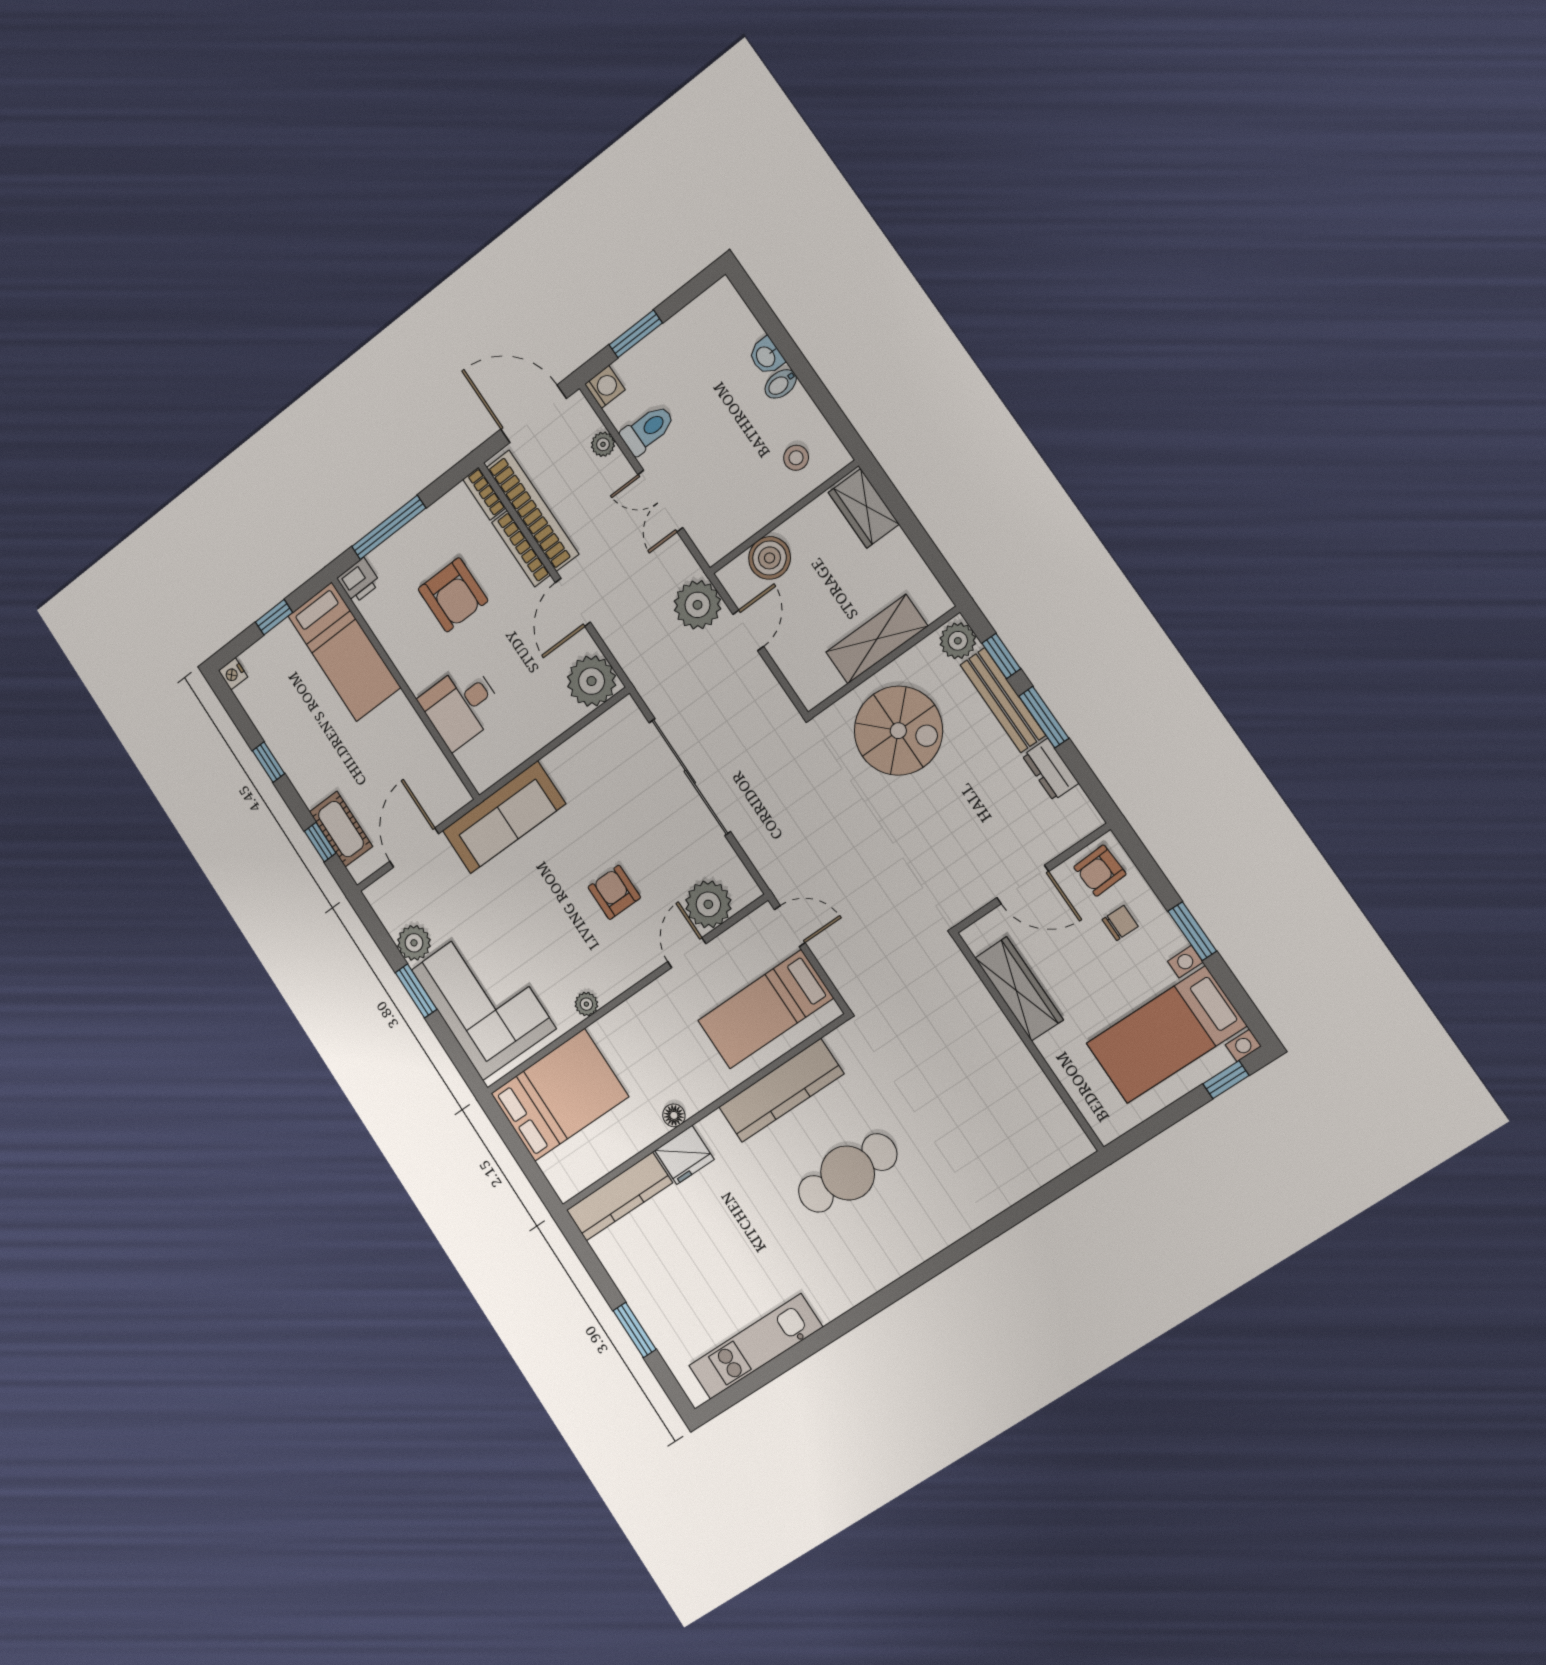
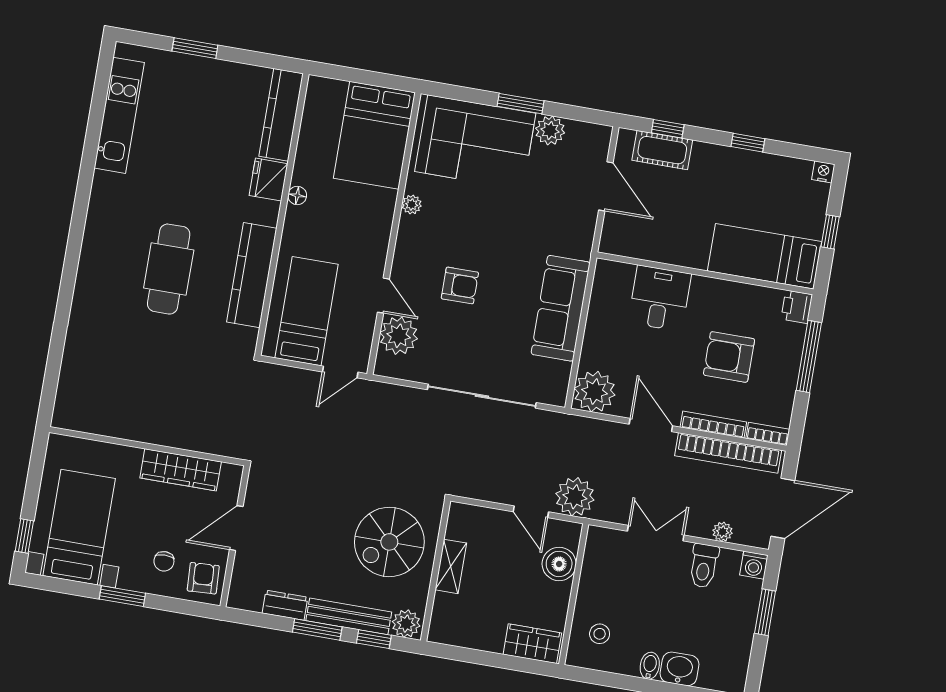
washbasin: (766, 356) -> (679, 669), width x1.38, depth x1.45
shelving: (877, 639) -> (451, 566), width x0.67, depth x0.75
sofa: (504, 817) -> (561, 308), moved

